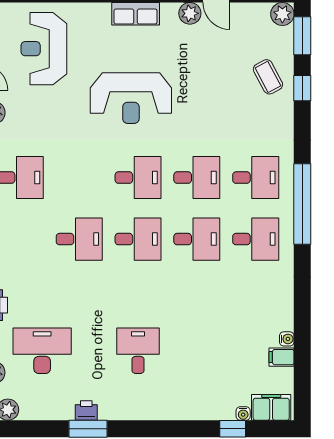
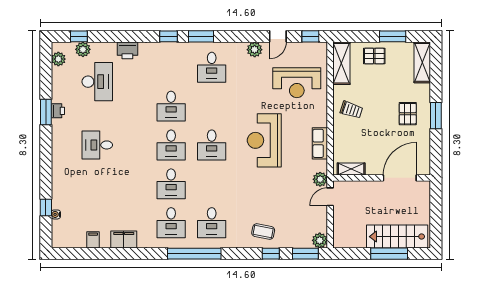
reception desk: (44, 49) -> (297, 83), turned 180
coffee table: (268, 77) -> (263, 232), moved, turned 39
desk: (197, 178) -> (212, 184), removed
water cooler: (287, 339) -> (105, 243), removed
desk: (138, 351) -> (97, 145), turned 180
filing cabinet: (271, 407) -> (124, 239), moved, turned -90

